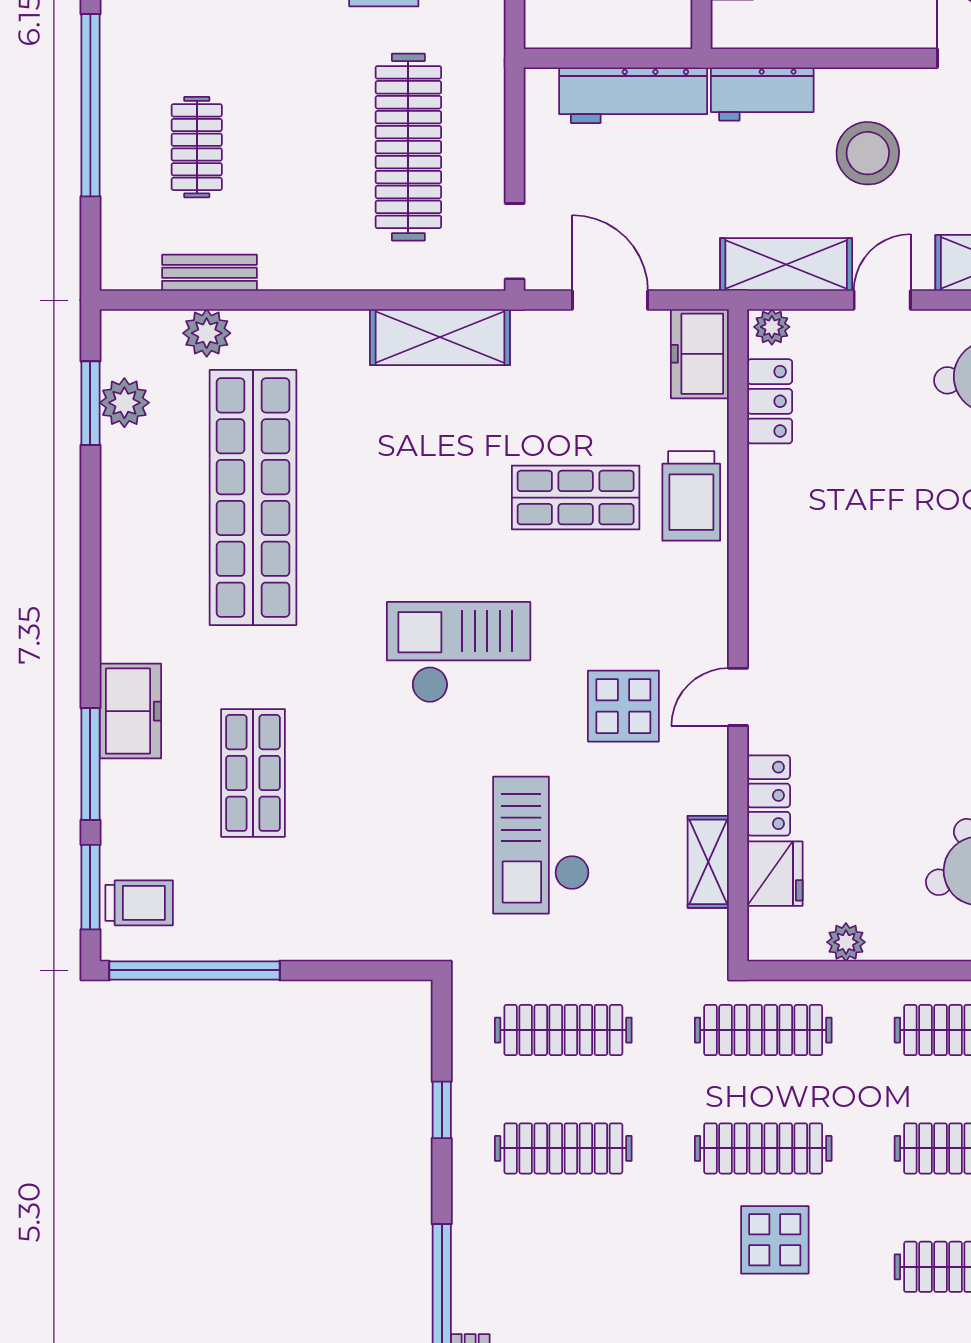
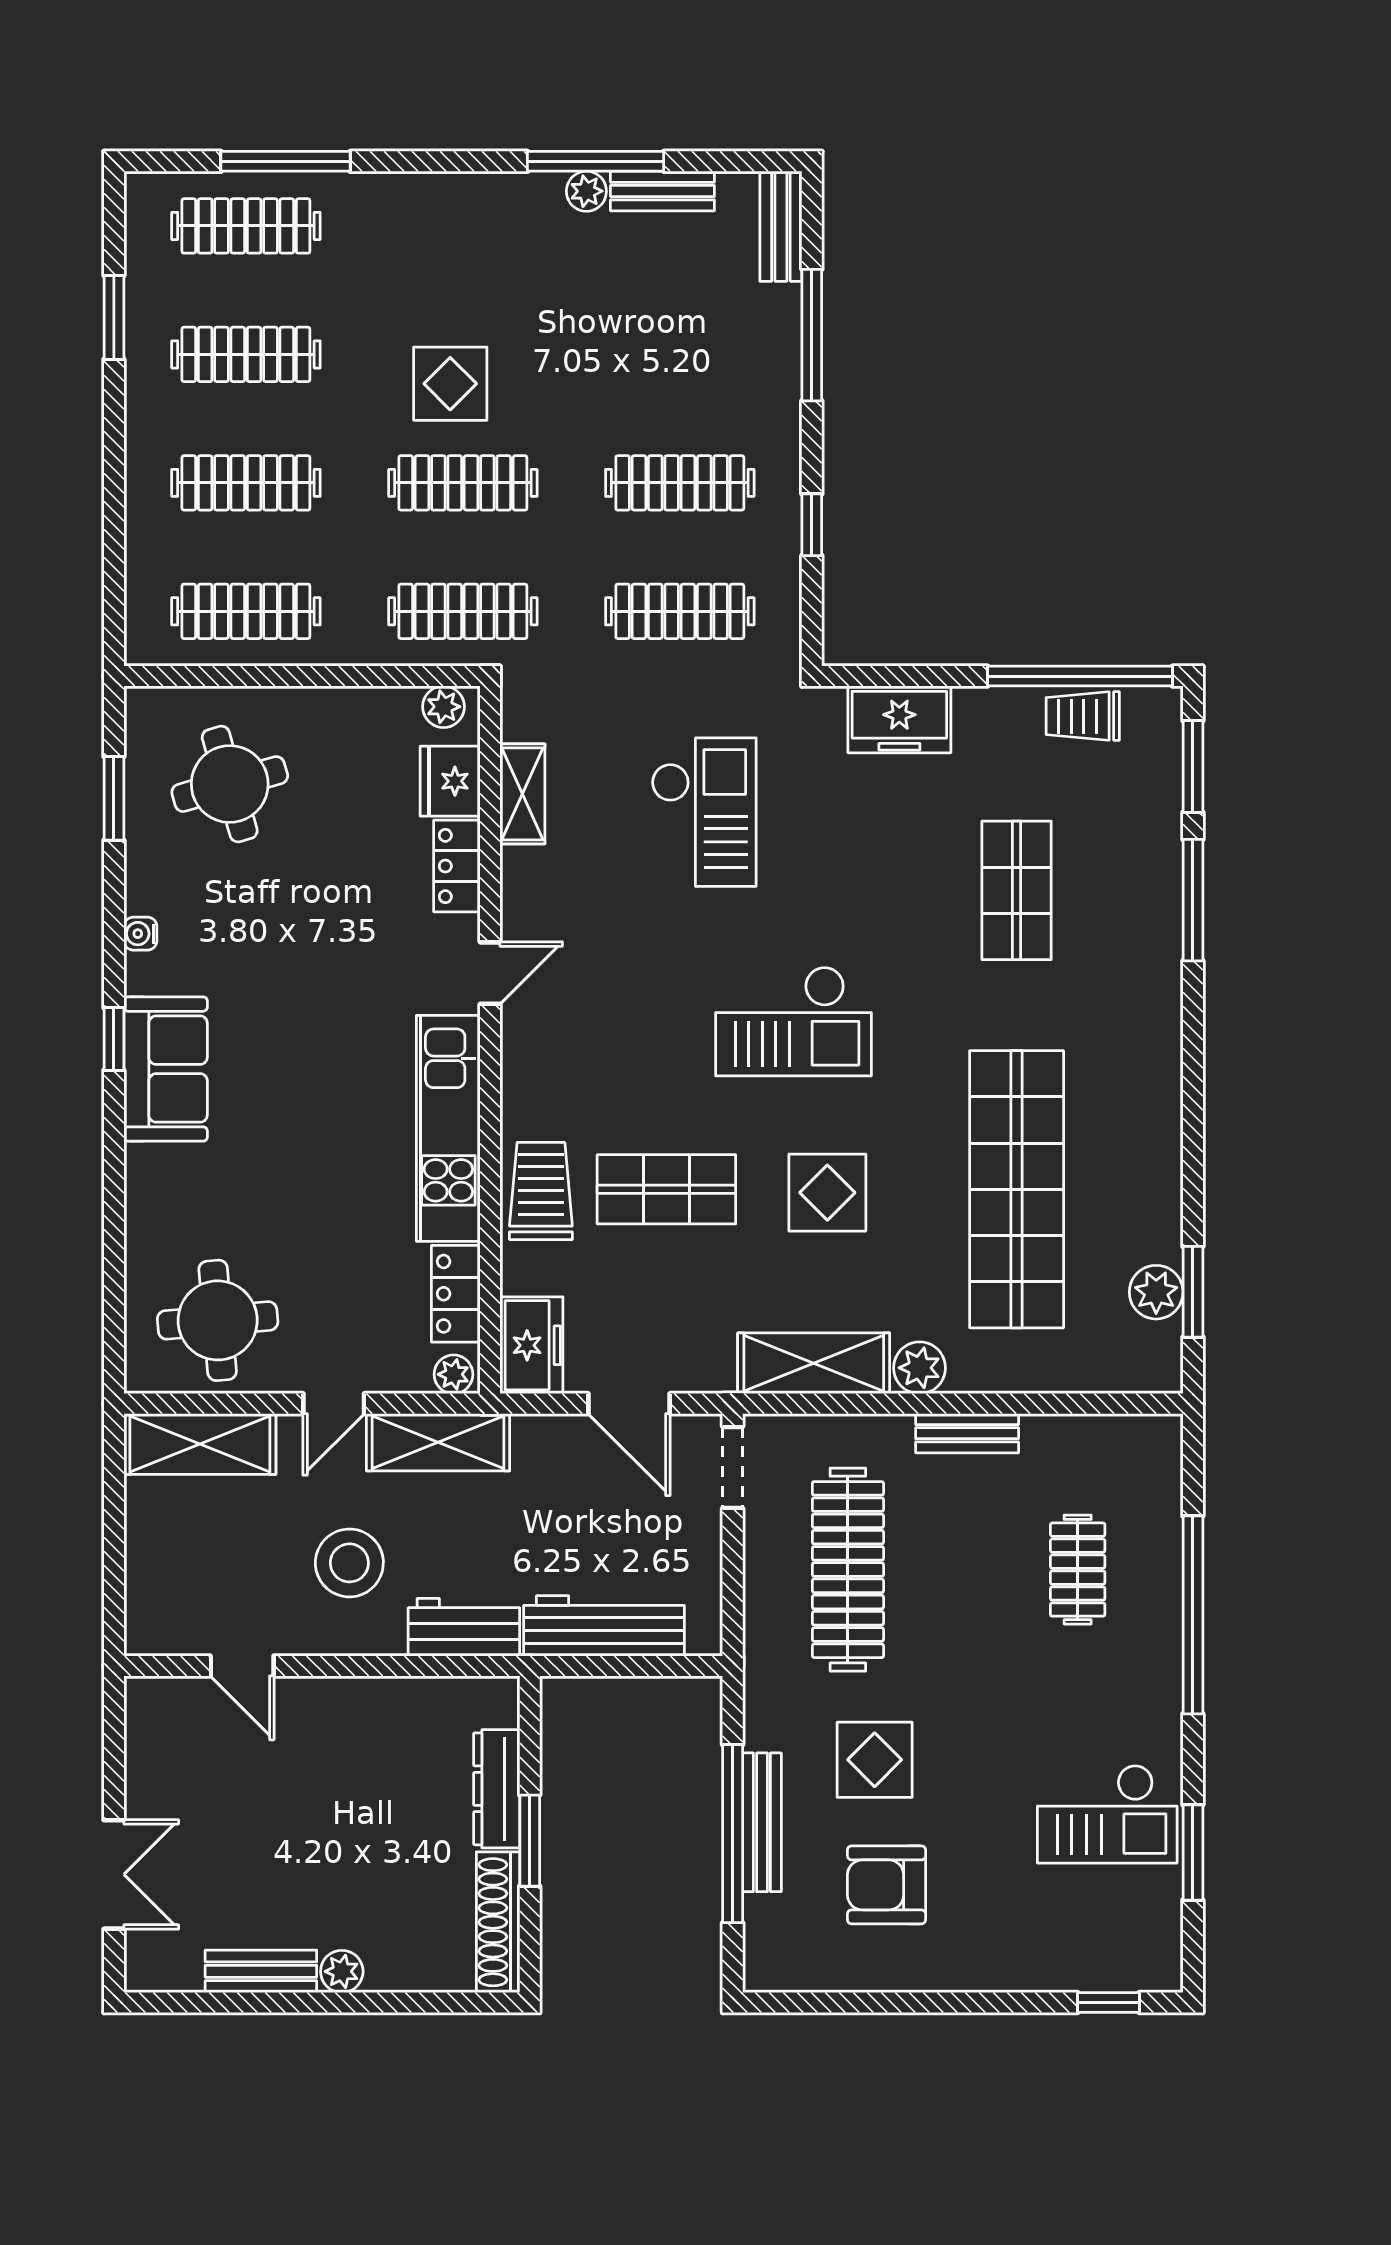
bench: (210, 273) -> (967, 1433), moved
plant: (207, 333) -> (920, 1368), moved
kitchen unit: (777, 554) -> (448, 1128), added
display table: (623, 706) -> (827, 1193), moved
freezer: (130, 711) -> (899, 719), moved, turned -90
trolley: (139, 903) -> (1083, 716), moved
plant: (846, 942) -> (443, 707), moved

